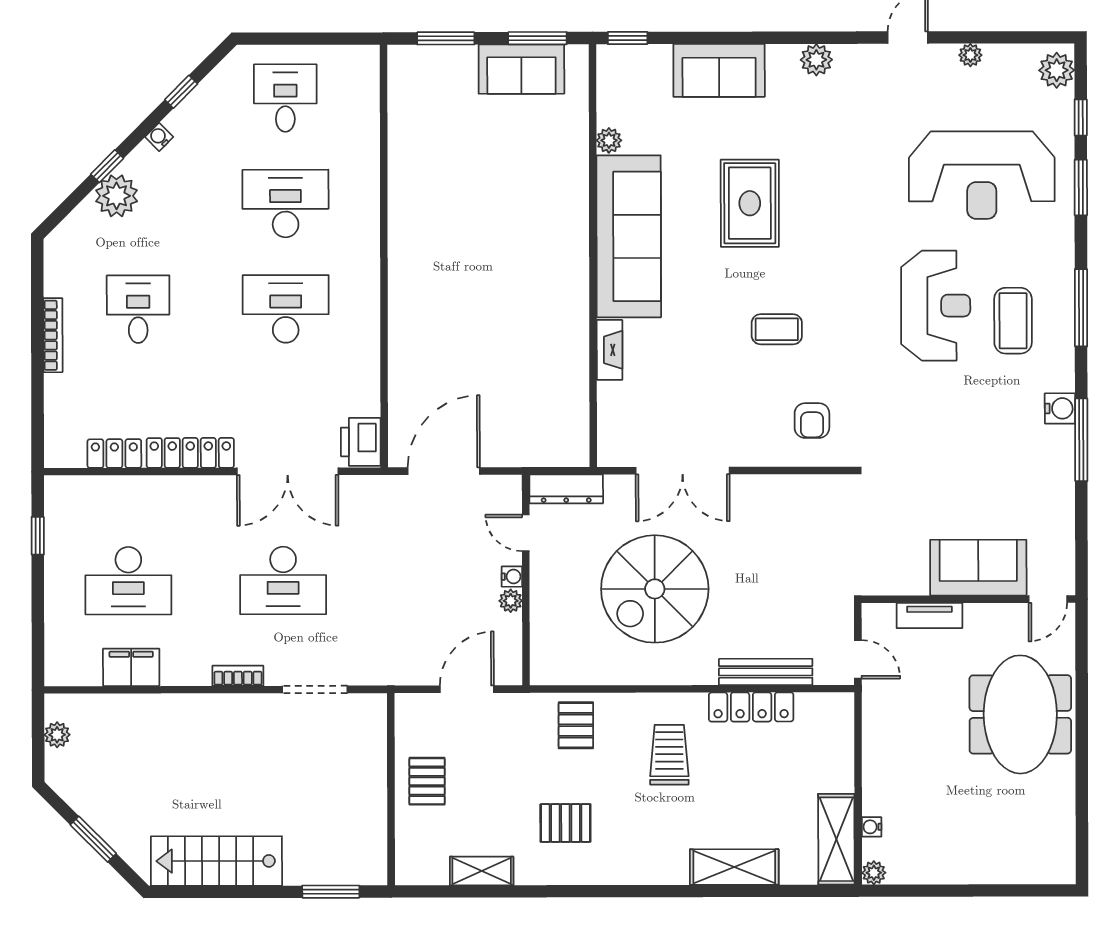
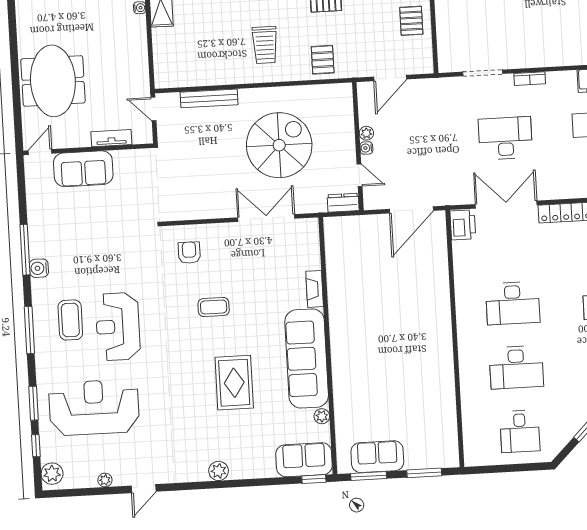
plant: (816, 60) -> (219, 471), moved
sofa: (719, 70) -> (304, 460), moved
dresser: (566, 489) -> (343, 203), width x0.70
locker: (751, 707) -> (217, 77), removed

